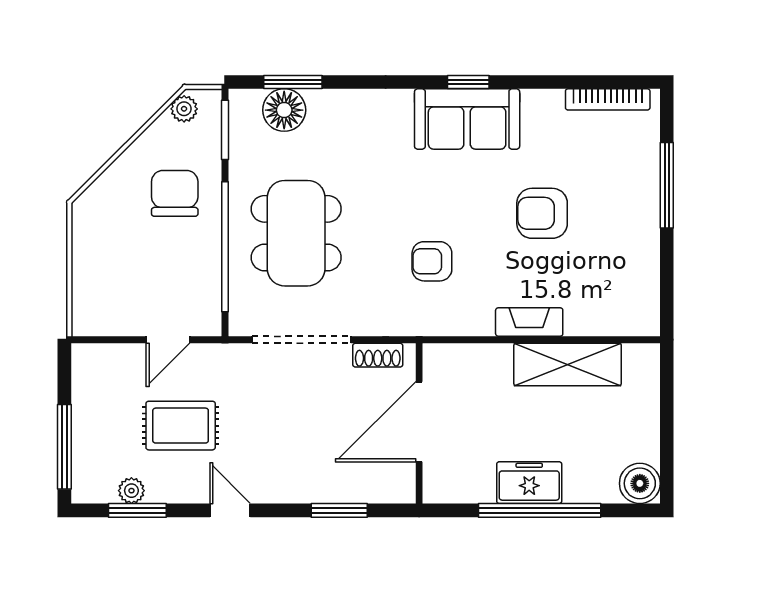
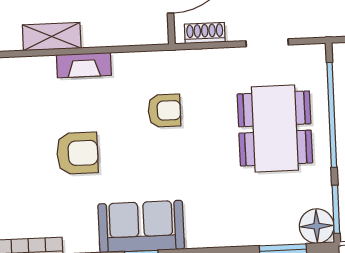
floor lamp: (284, 110) -> (317, 226), moved
doorway: (301, 340) -> (267, 43), width x0.53
shelving: (568, 364) -> (52, 36), width x0.67, depth x0.75

